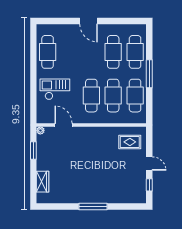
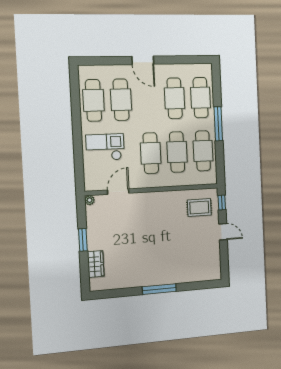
cafe table: (69, 52) -> (121, 100), added
door: (63, 125) -> (118, 192), hinge flipped
window: (33, 150) -> (83, 240), moved
window: (149, 185) -> (222, 202), moved

